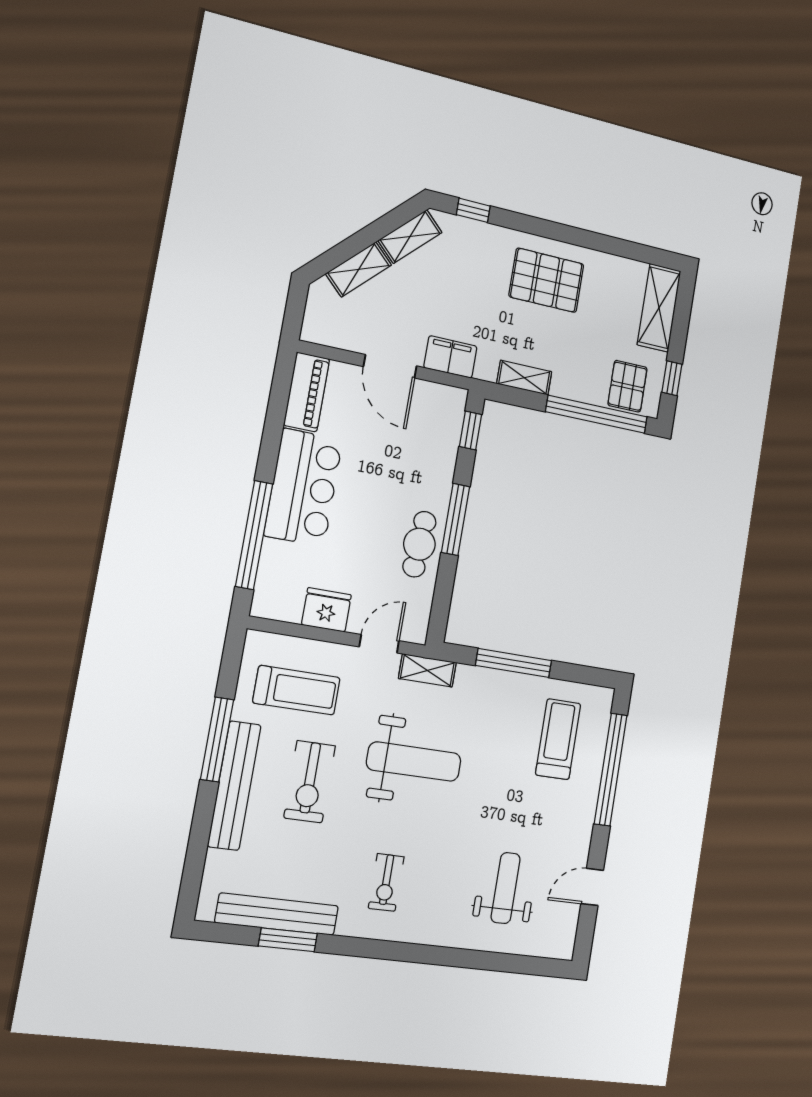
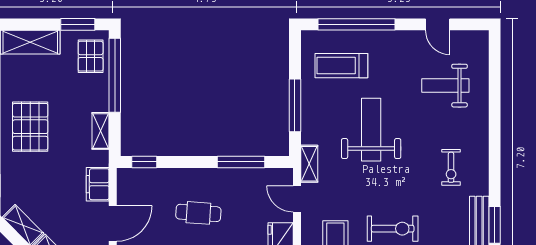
window: (672, 378) -> (78, 24), width x1.50
pallet: (627, 386) -> (91, 56), turned 90
window: (455, 519) -> (241, 162), moved
cafe table: (419, 544) -> (198, 213), moved
weight bench: (414, 762) -> (371, 130), moved
exercise bike: (386, 882) -> (451, 167), turned 90

